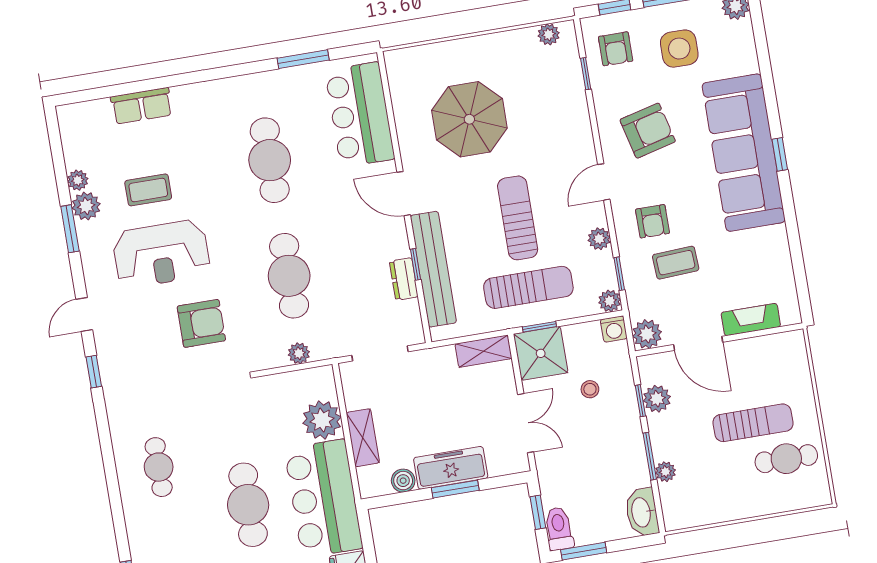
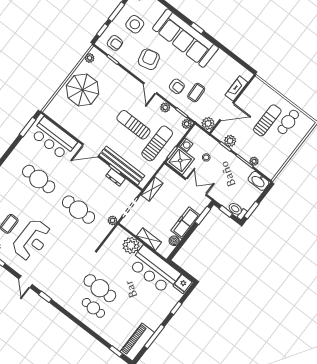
window: (303, 59) -> (28, 127), moved
parasol: (469, 119) -> (83, 90), moved
armchair: (201, 323) -> (65, 250), removed
washing machine: (614, 329) -> (186, 145), moved
shelving: (483, 351) -> (152, 189), moved
plant: (299, 353) -> (112, 220), moved
window: (455, 489) -> (203, 215), moved
cafe table: (248, 505) -> (100, 288), moved

